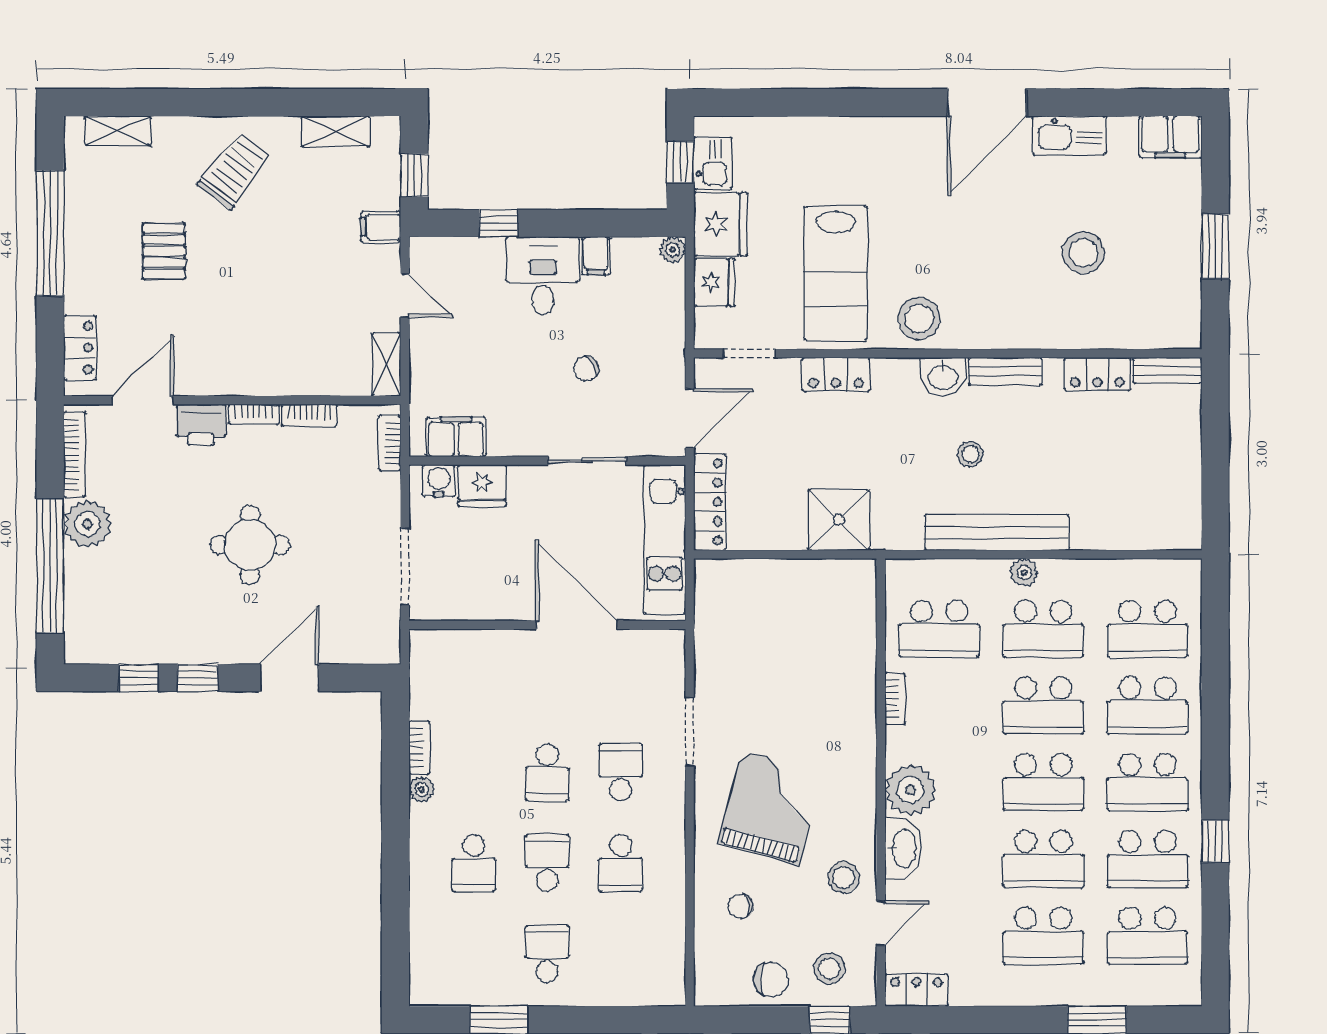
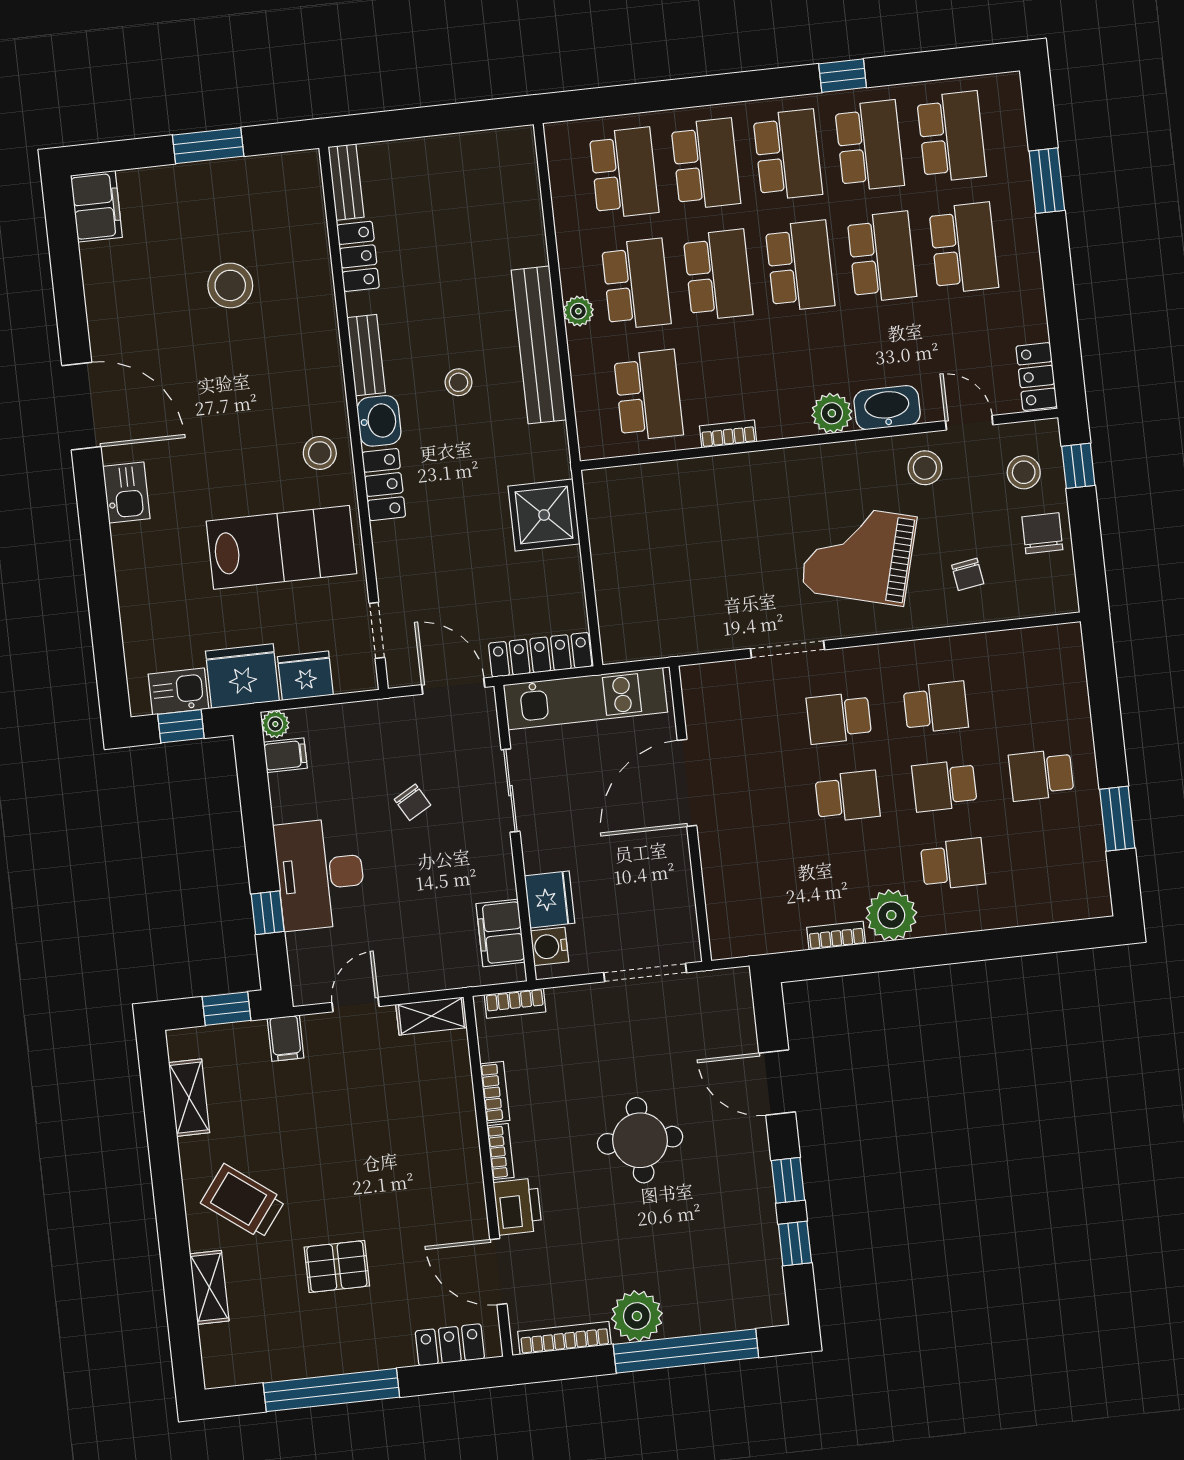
shelving: (118, 131) -> (209, 1287), moved
kitchen sink: (1069, 135) -> (126, 492), moved, width x0.73
filing cabinet: (596, 256) -> (285, 755), moved
desk: (543, 276) -> (320, 874), width x1.37
stool: (919, 318) -> (320, 453), width x0.73, depth x0.73
locker: (836, 374) -> (384, 485), moved
plant: (422, 789) -> (891, 915), width x1.88, depth x1.88
plant: (911, 790) -> (832, 413), width x0.73, depth x0.73

